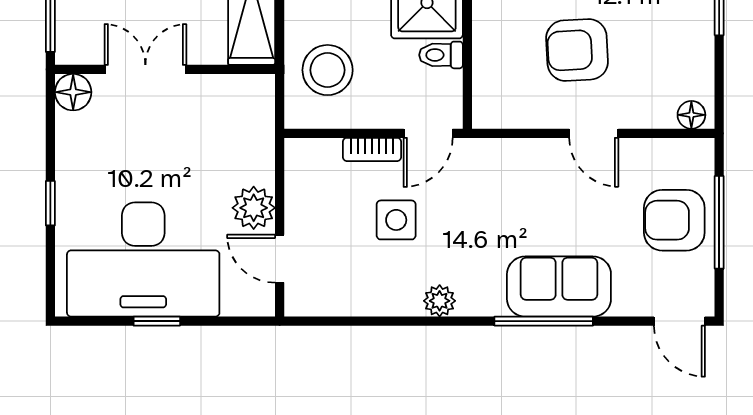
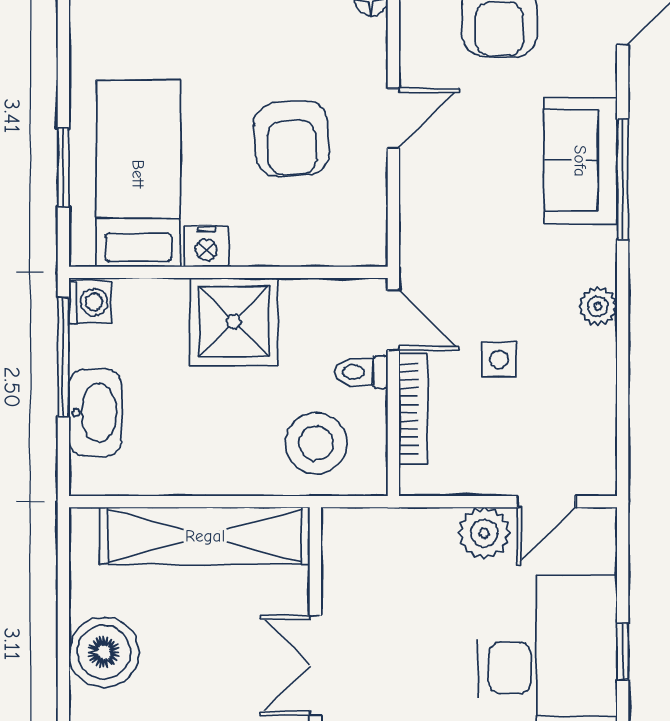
toilet: (441, 55) -> (361, 372), moved, turned 90
bookcase: (372, 149) -> (413, 409), width x1.56
side table: (396, 220) -> (499, 359), width x0.73, depth x0.73

